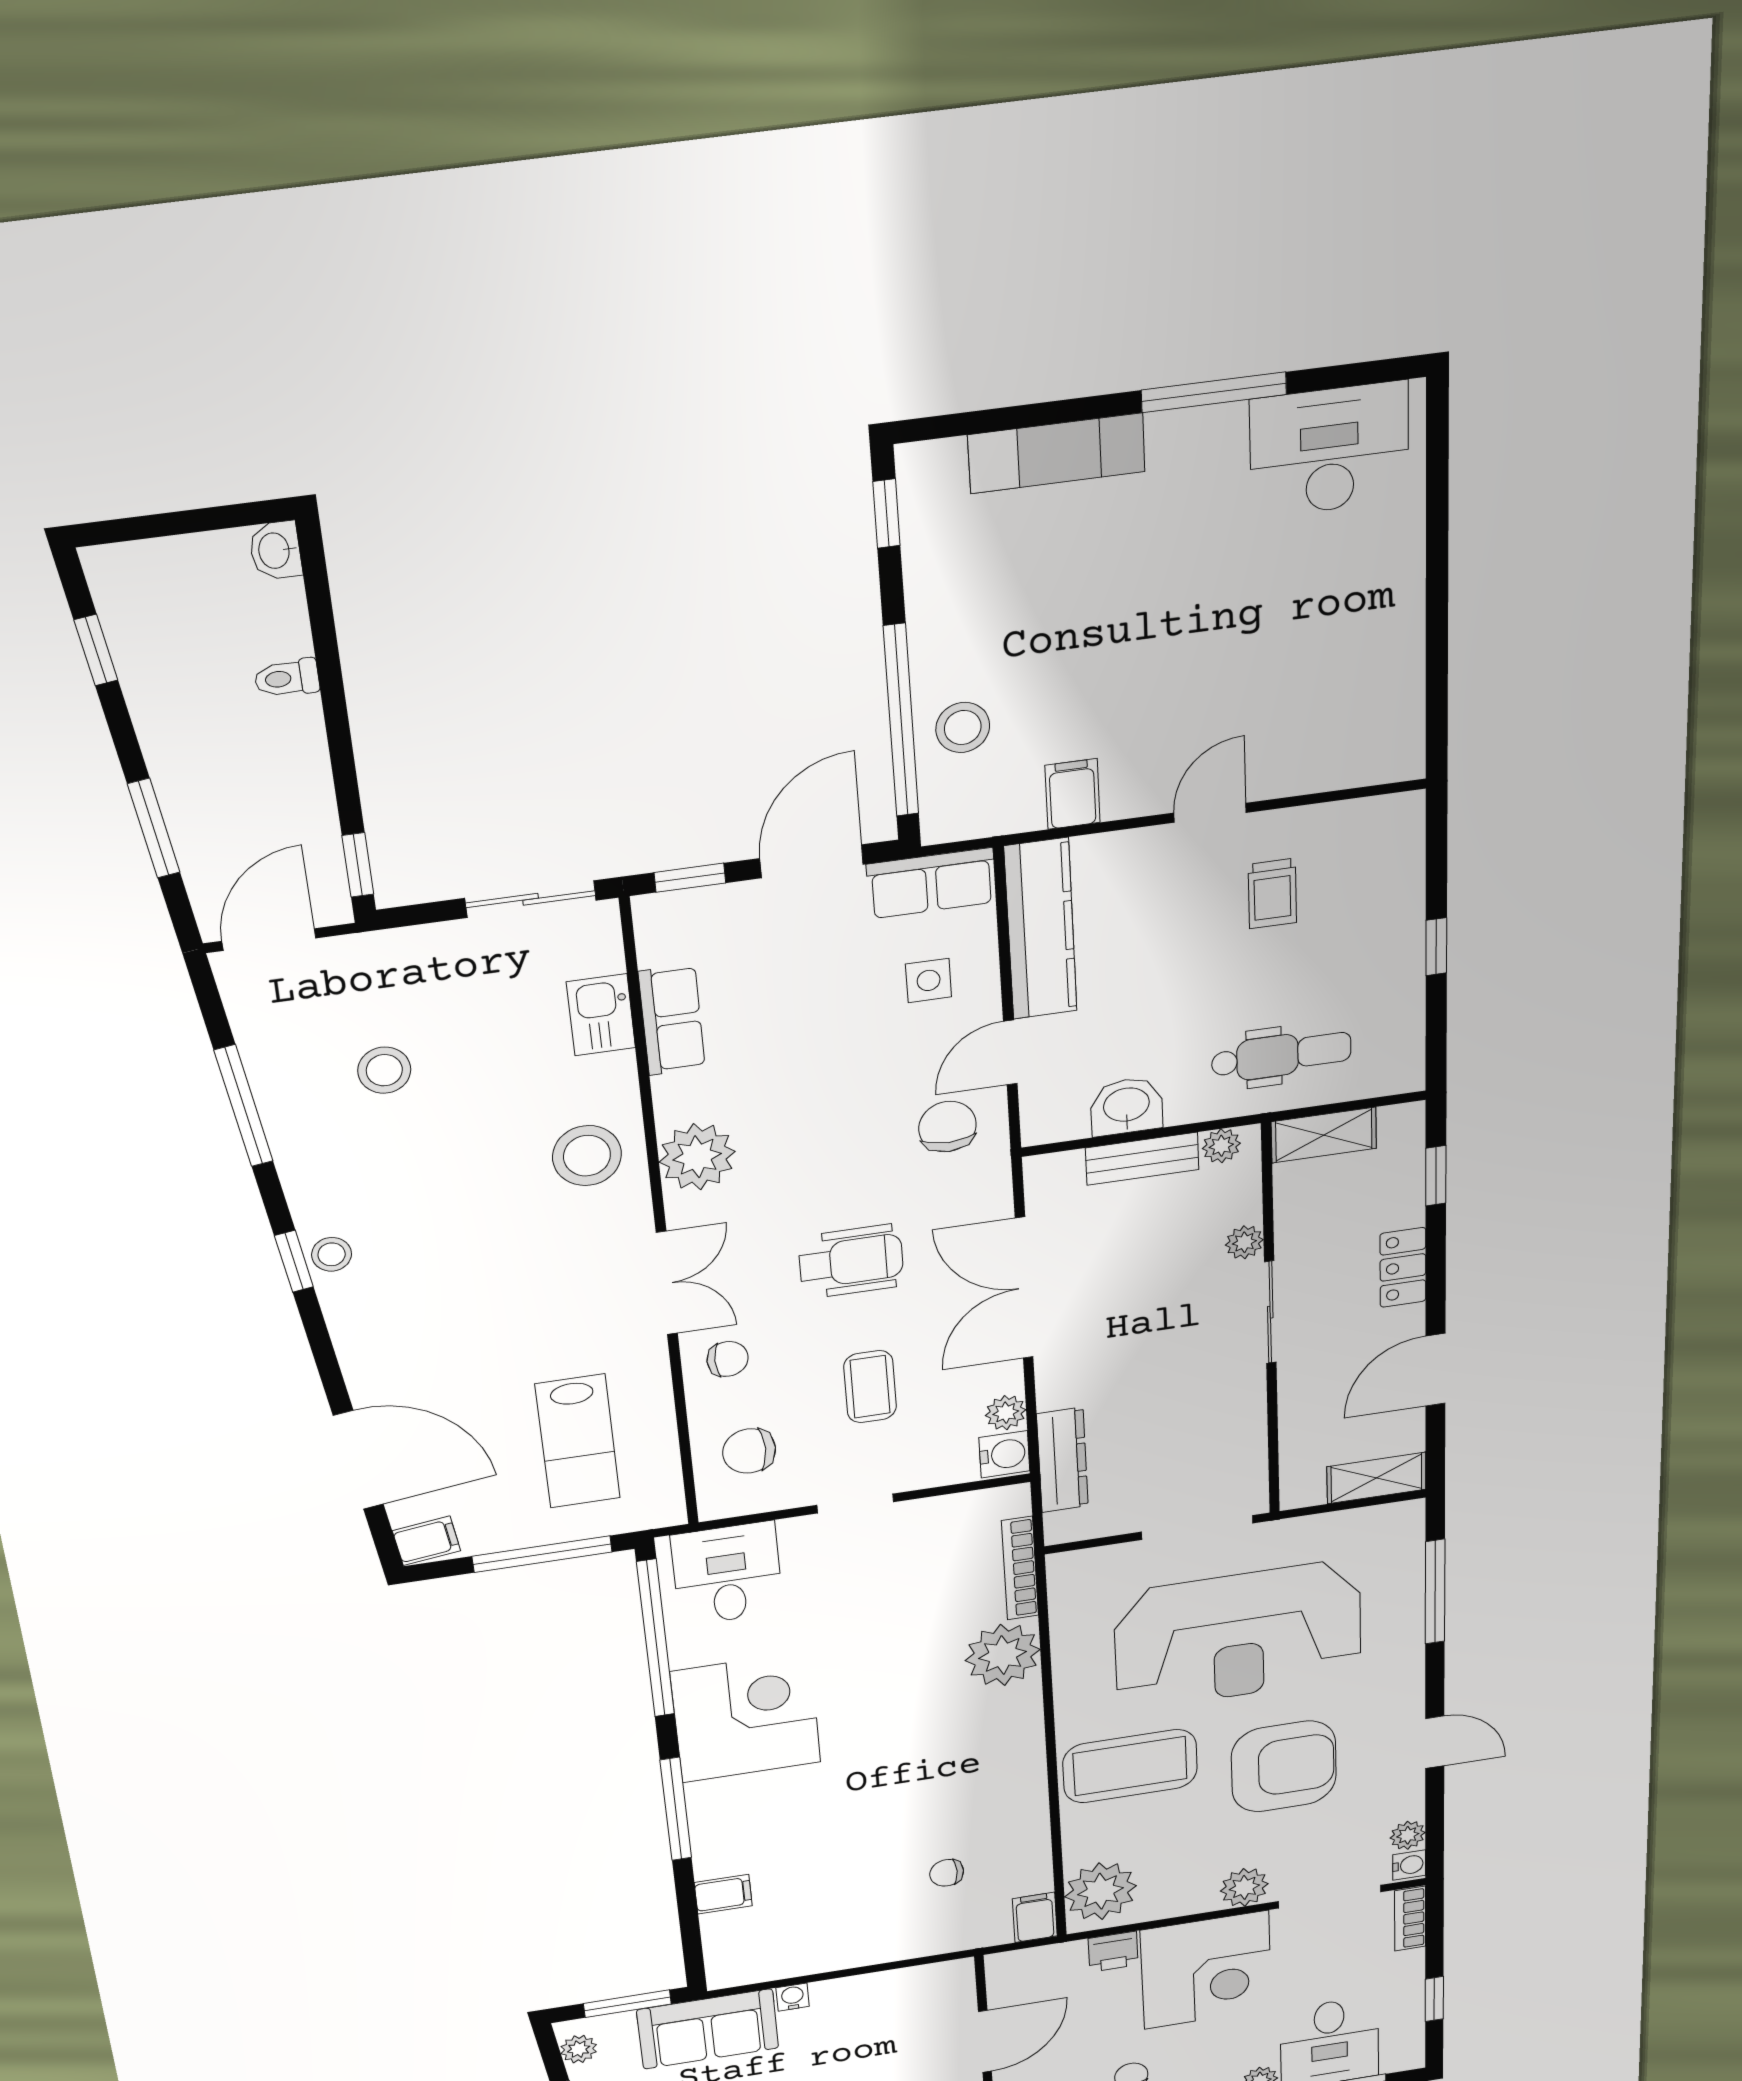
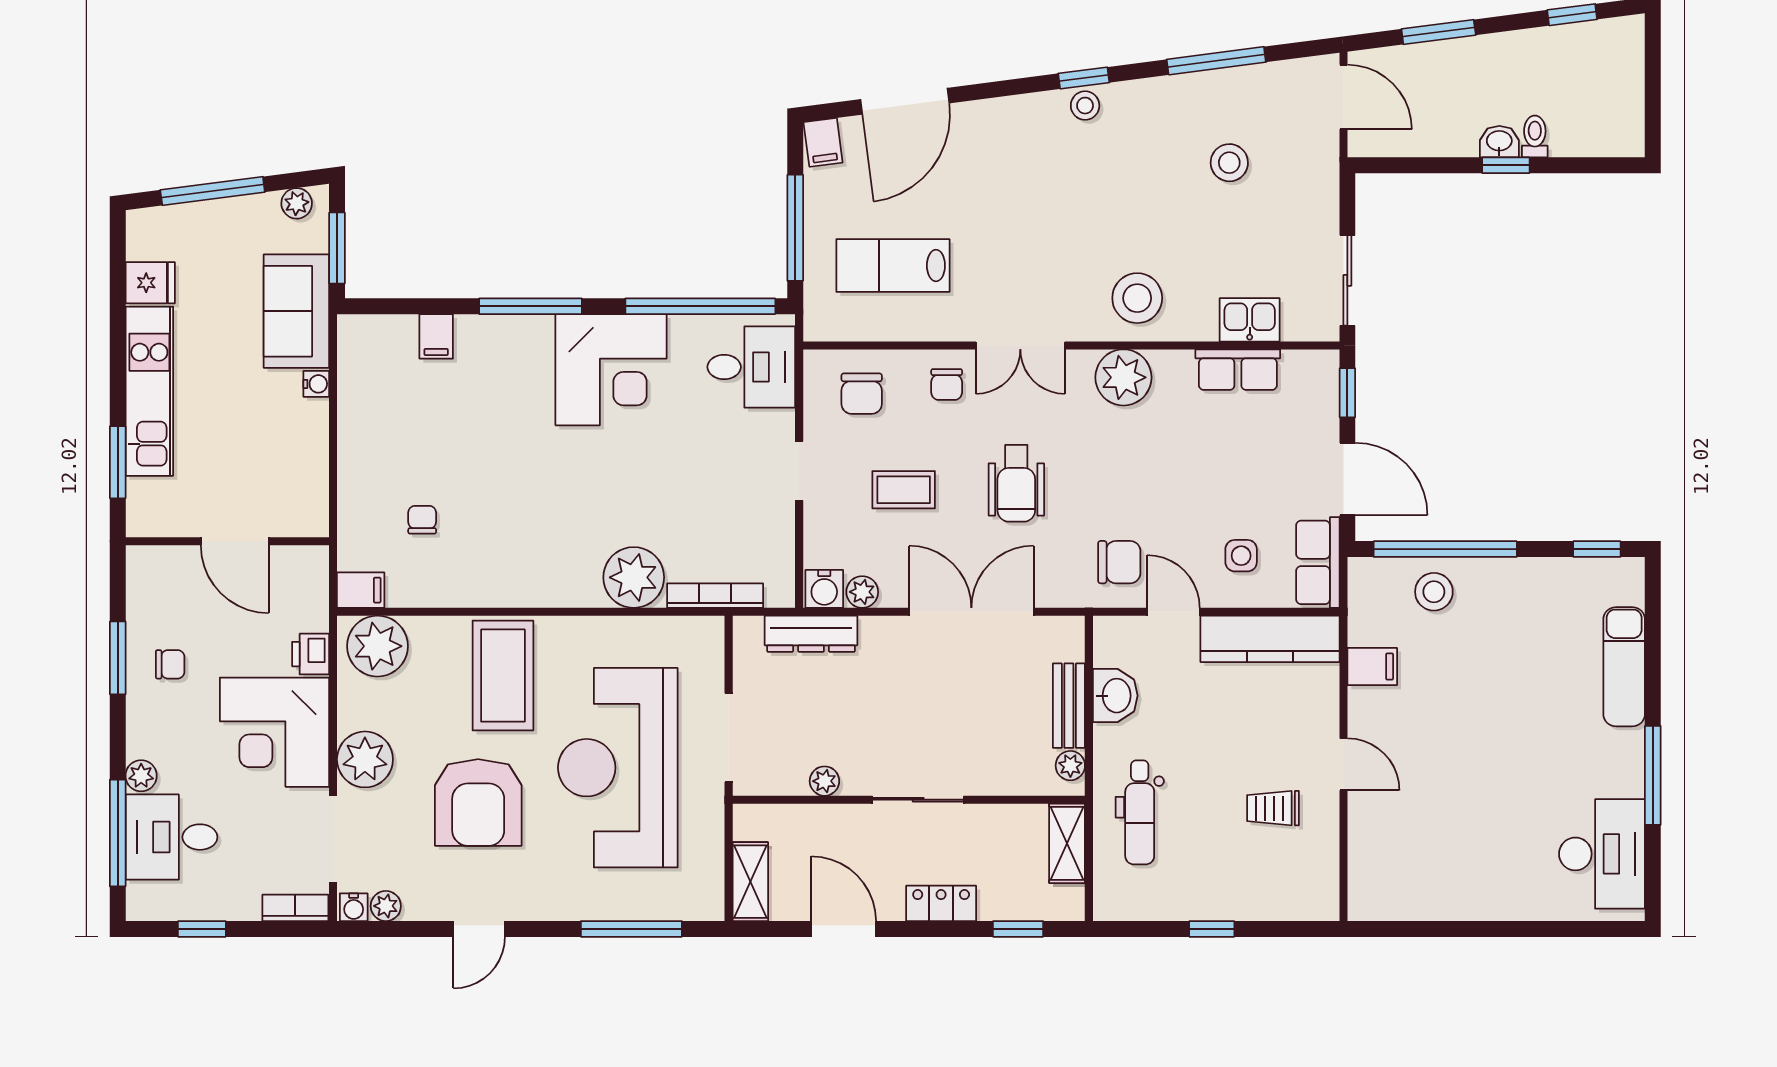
washbasin: (275, 550) -> (1499, 142), moved
window: (358, 865) -> (1506, 165), moved
plant: (1244, 1242) -> (824, 781), moved
chair: (749, 1451) -> (862, 394), turned 180
plant: (1244, 1887) -> (365, 759), width x1.36, depth x1.36

